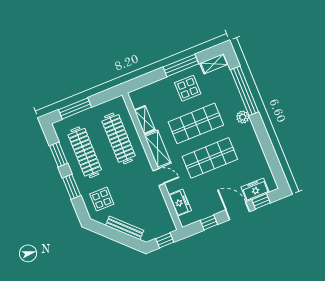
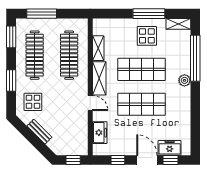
window: (59, 155) -> (11, 37), moved
bench: (125, 228) -> (39, 132), width x0.73

